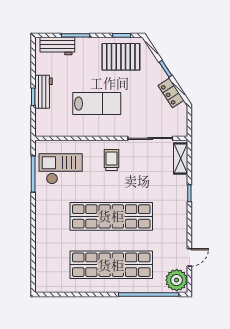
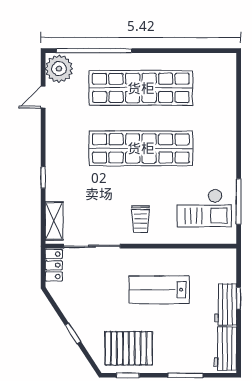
workbench: (57, 46) -> (225, 348), moved, turned -90
locker: (171, 93) -> (54, 265), moved, turned 33

